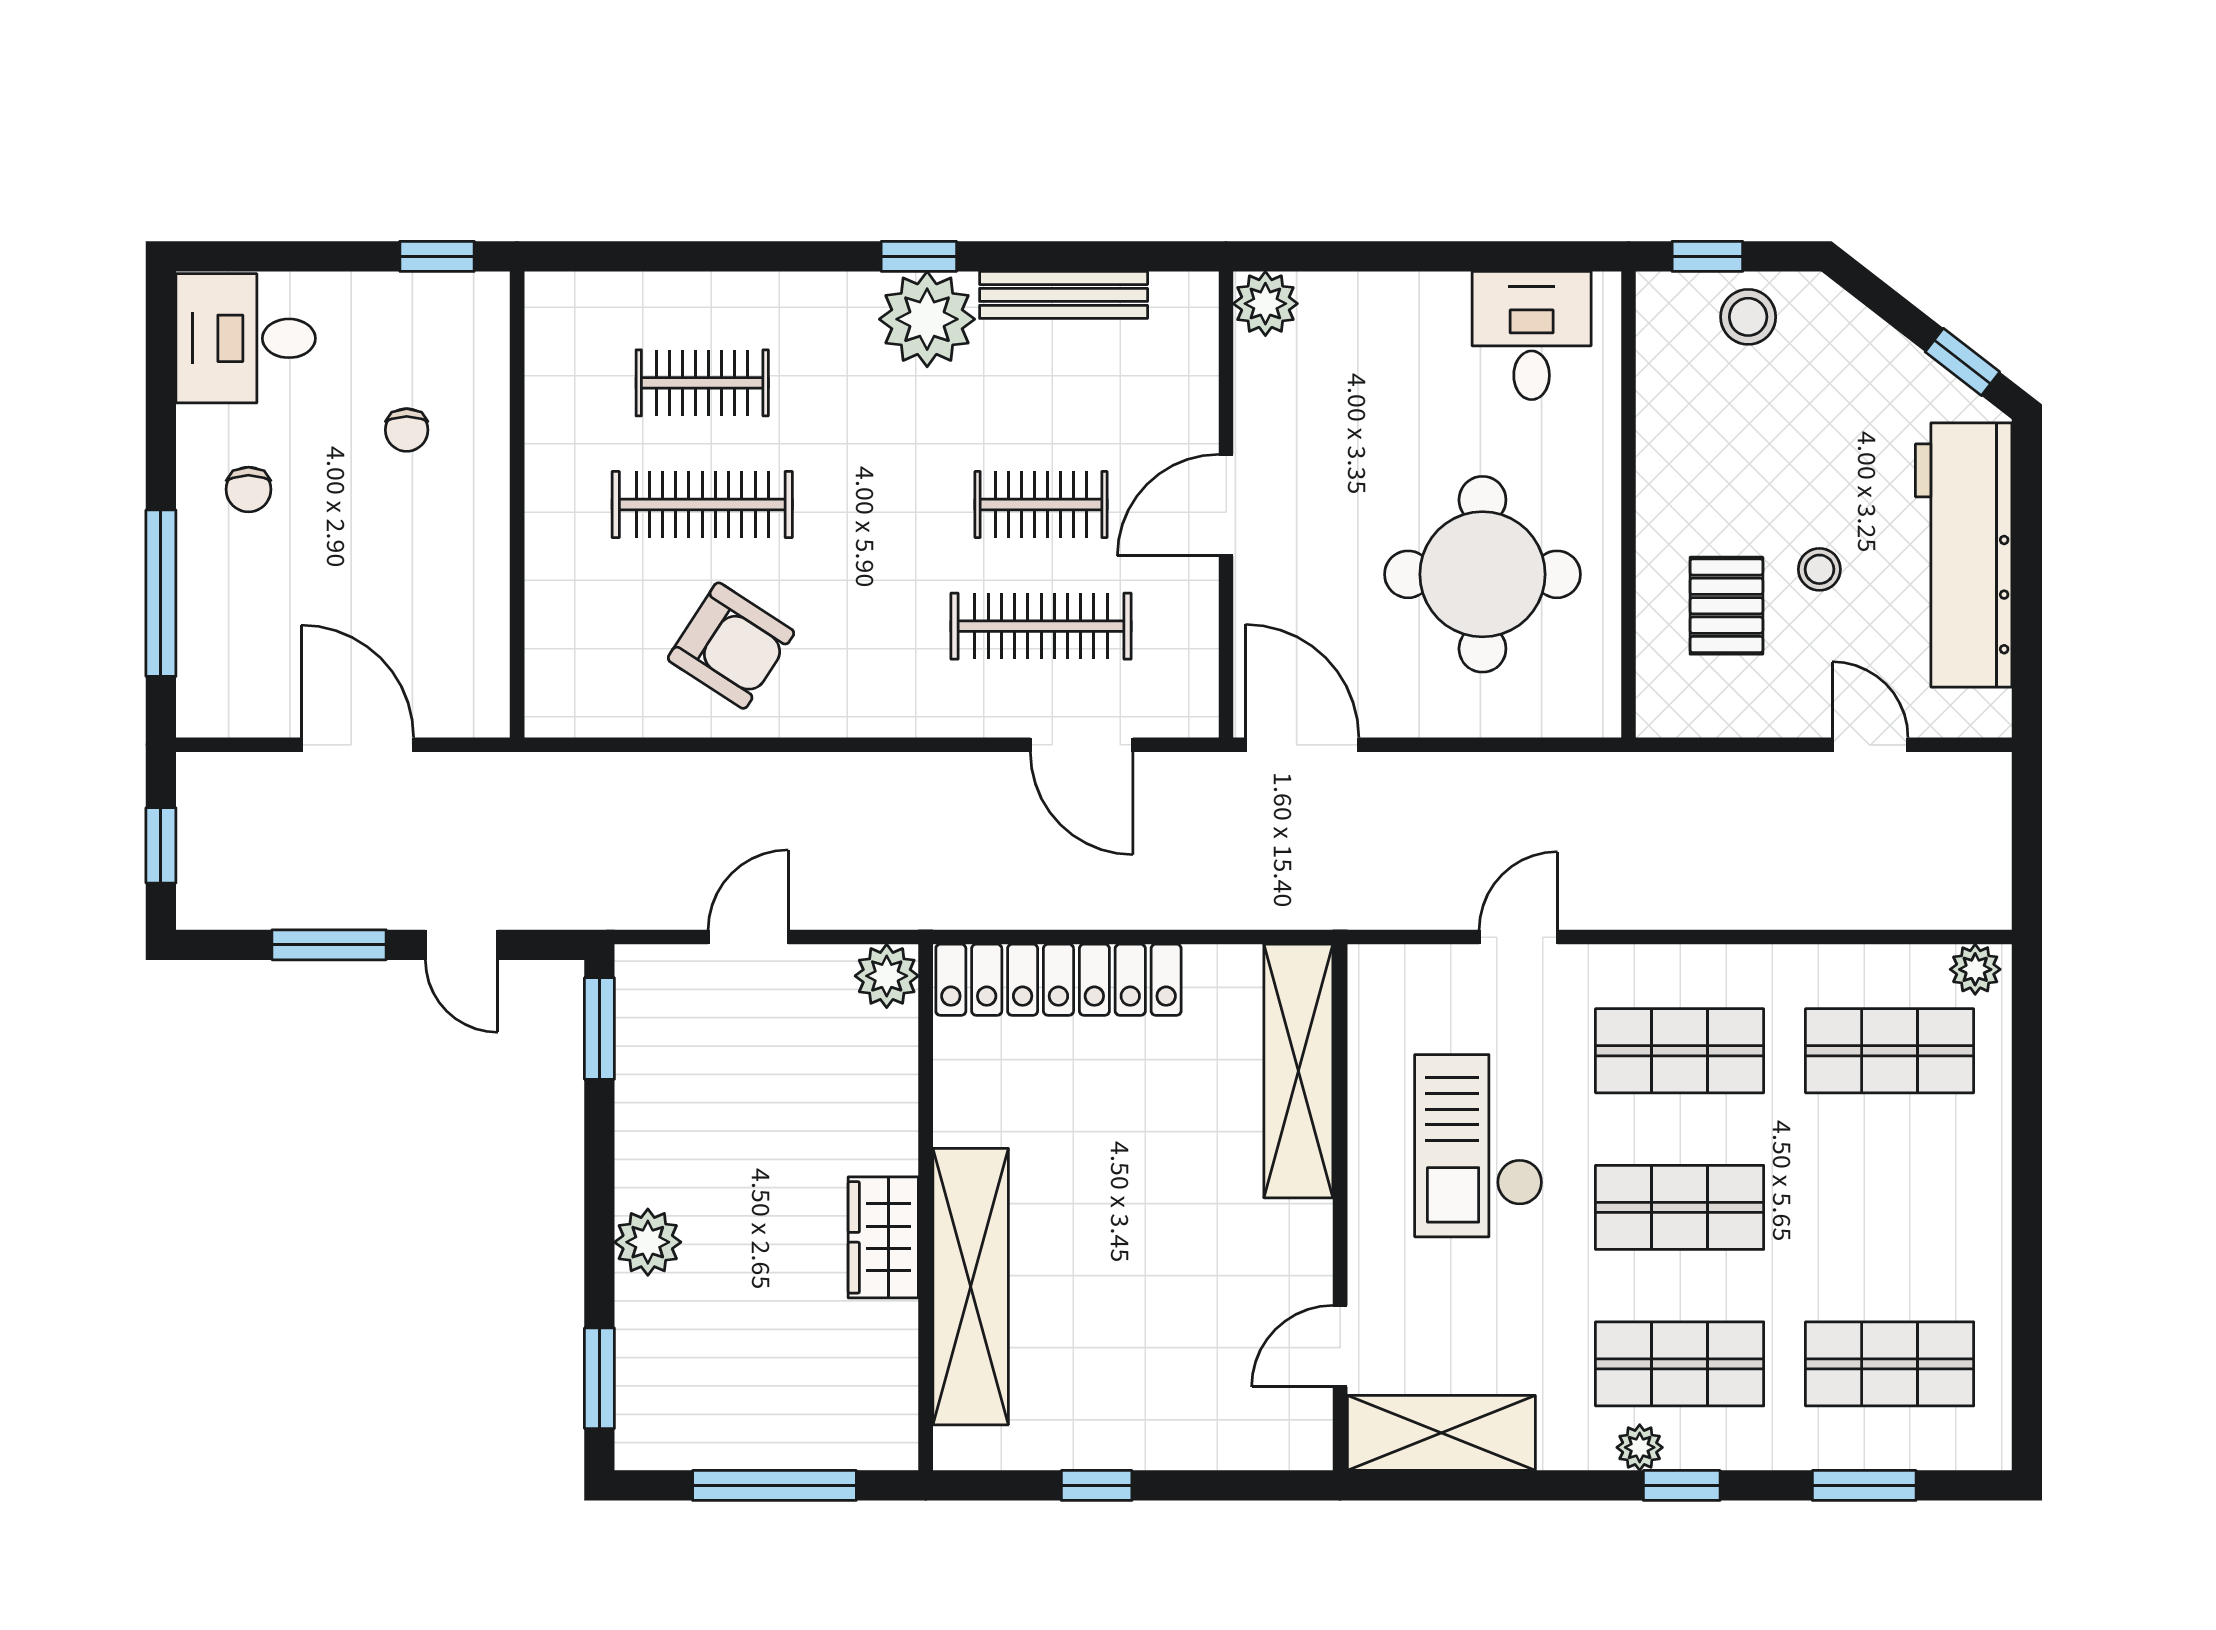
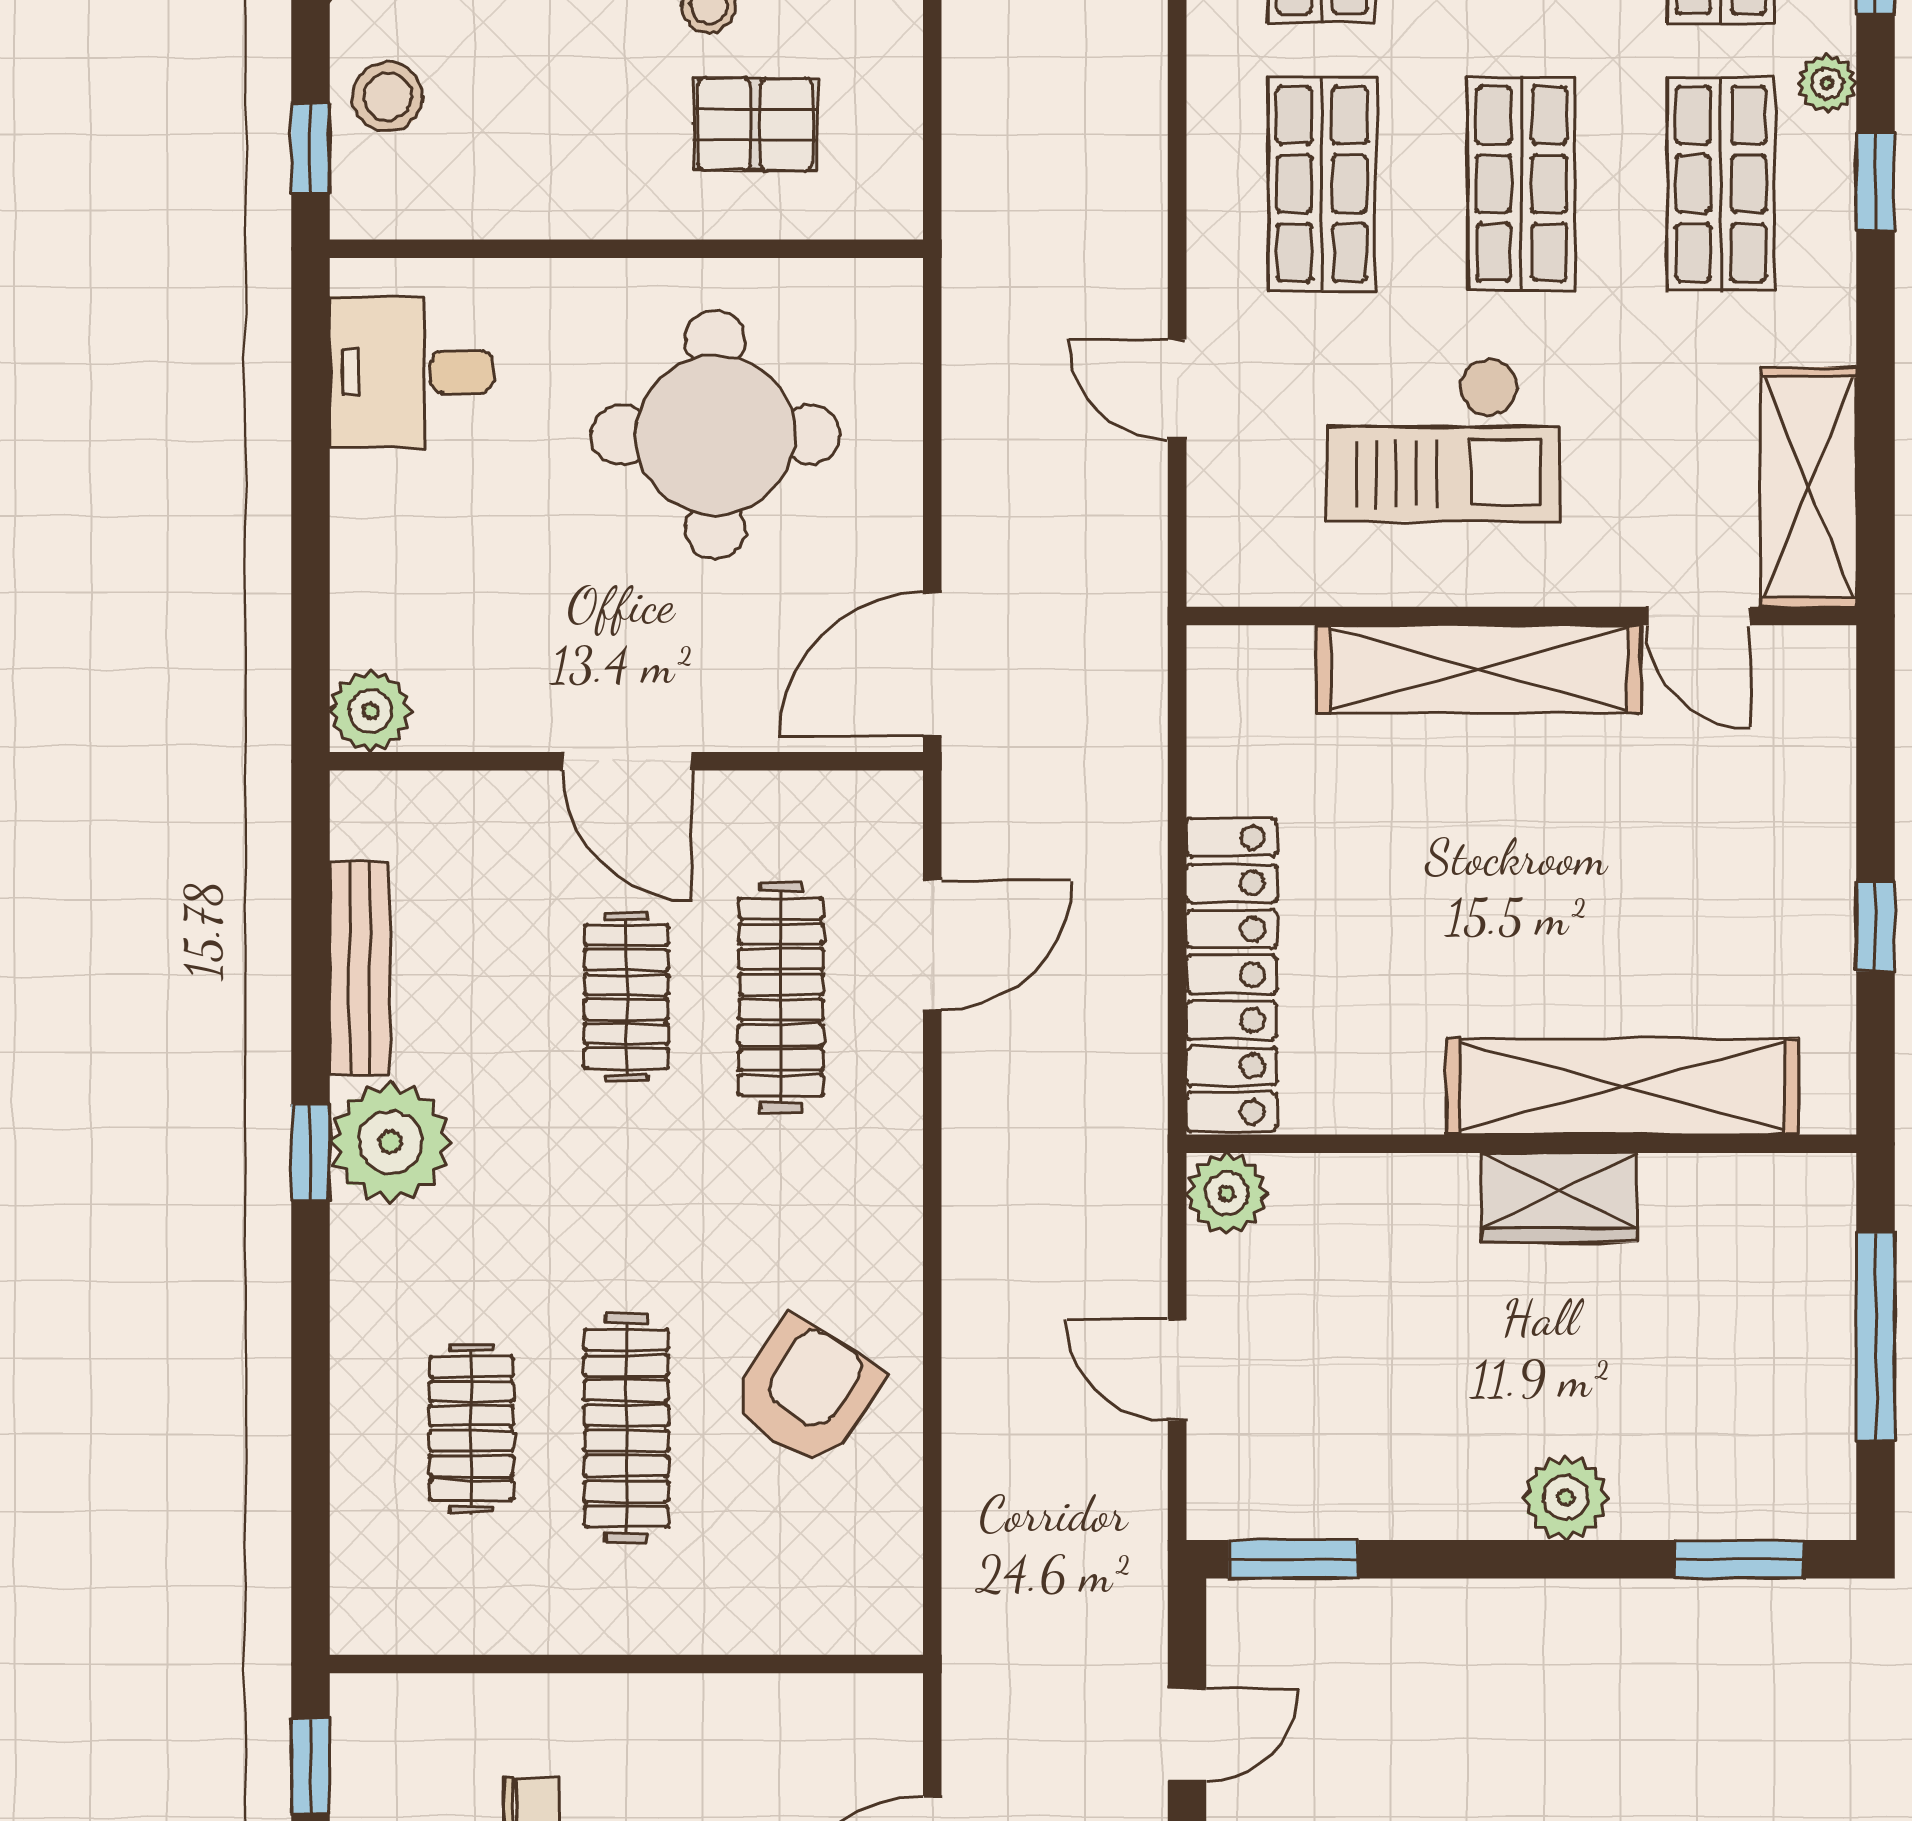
shelving: (1298, 1071) -> (1479, 669), moved
plant: (1640, 1447) -> (1827, 83), moved

